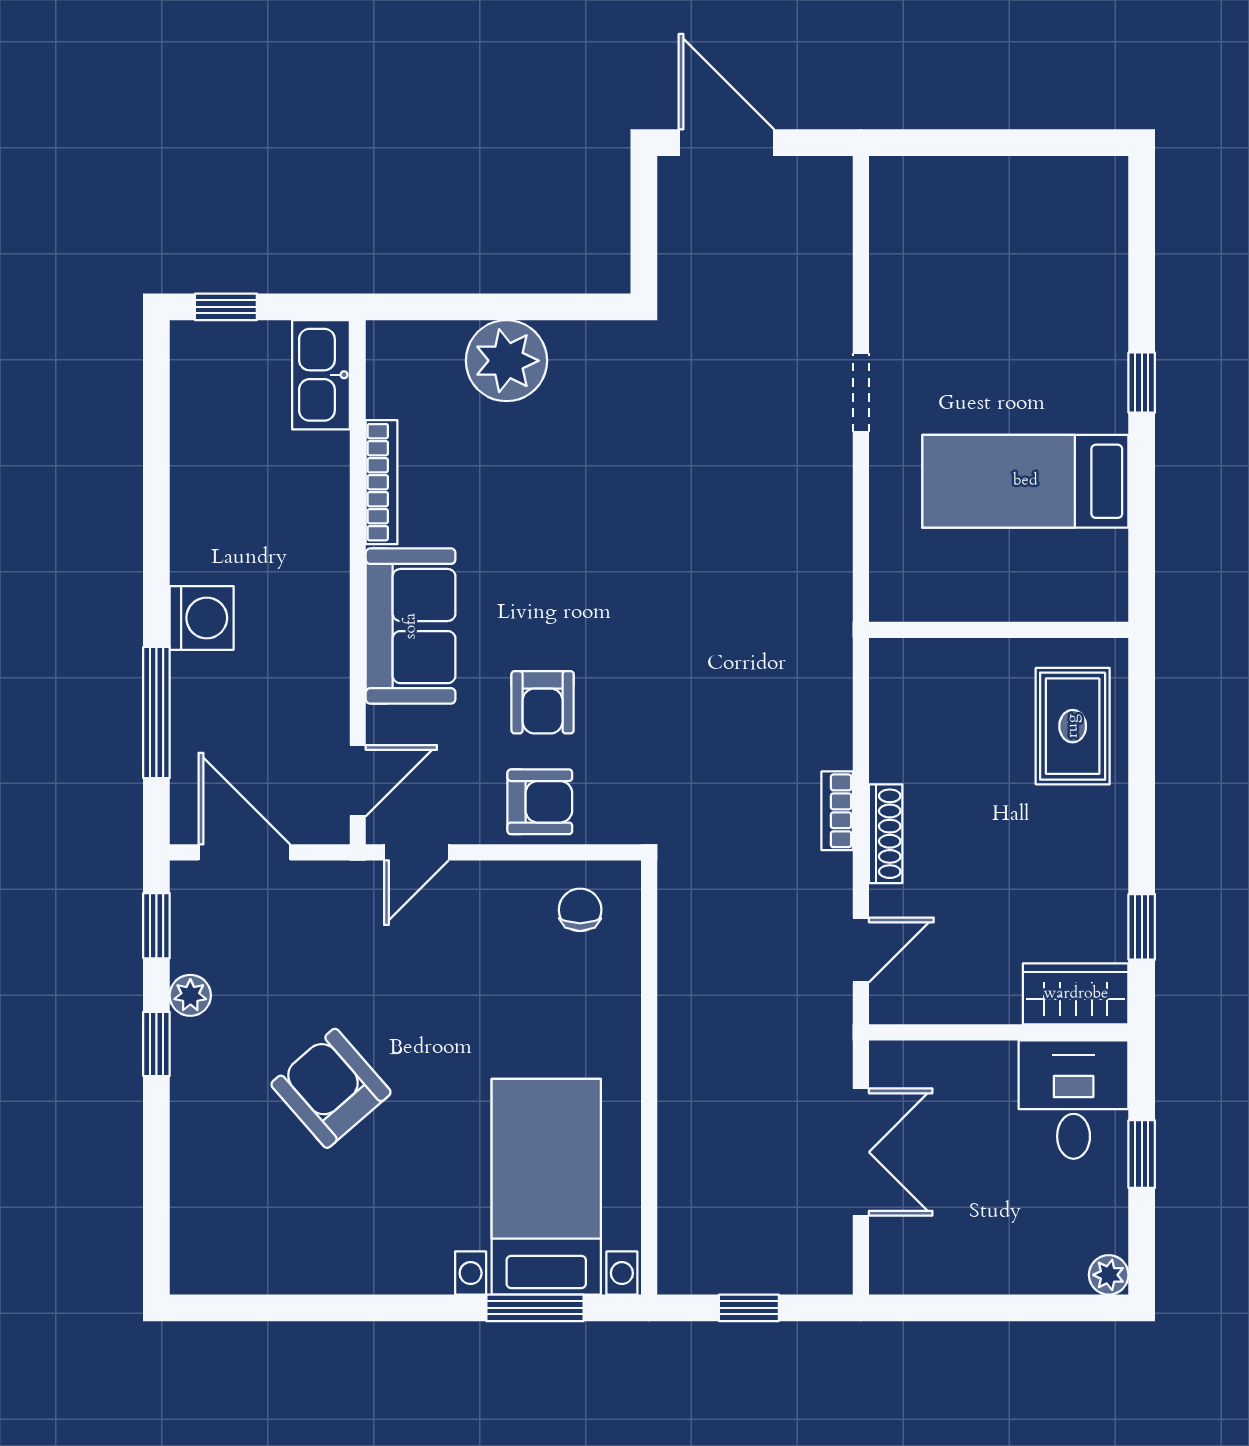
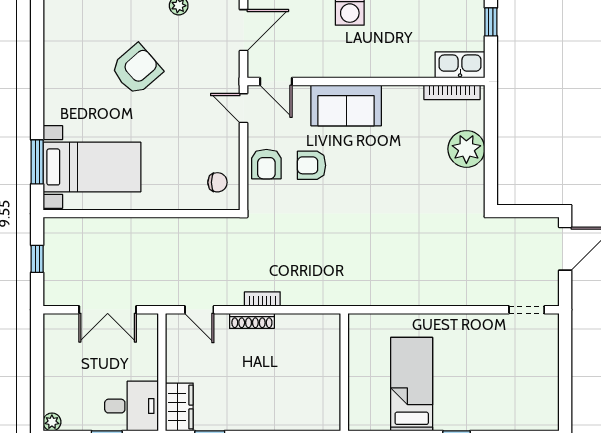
doorway: (861, 393) -> (527, 310), moved
bookcase: (382, 482) -> (452, 92), moved
rug: (1073, 726) -> (301, 406), removed

